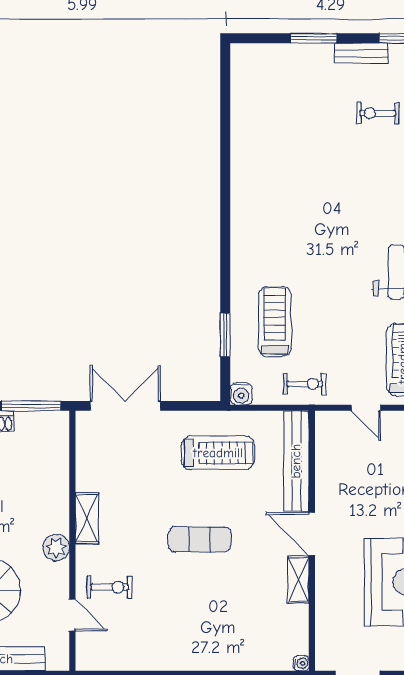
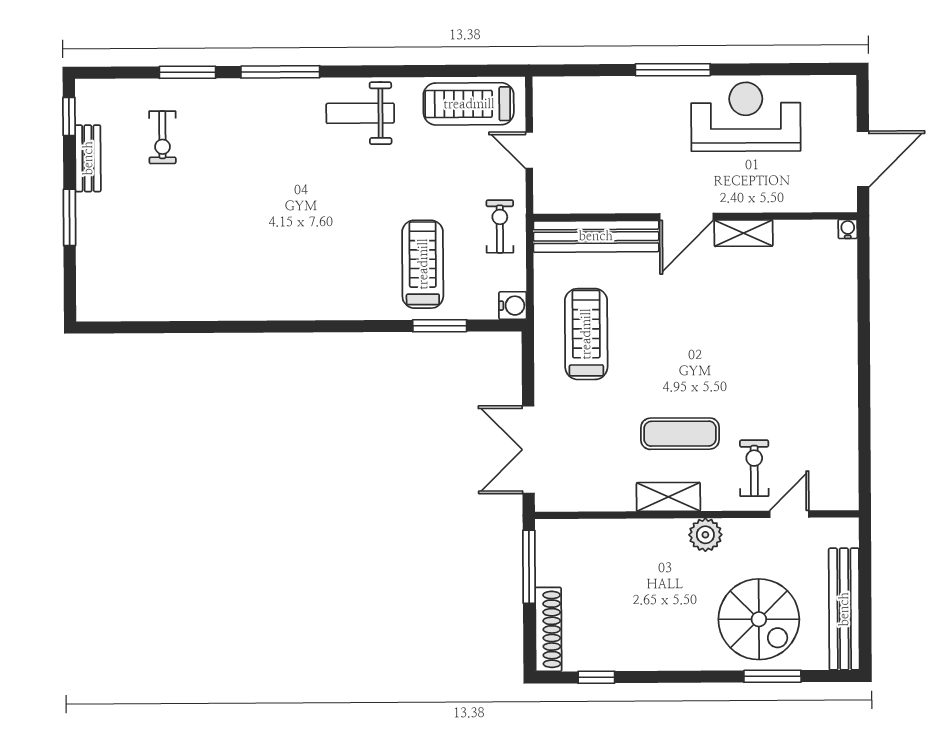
treadmill: (275, 322) -> (423, 264), turned 90
door: (366, 408) -> (529, 150), swing flipped
exercise mat: (200, 539) -> (680, 434), moved, turned 90

